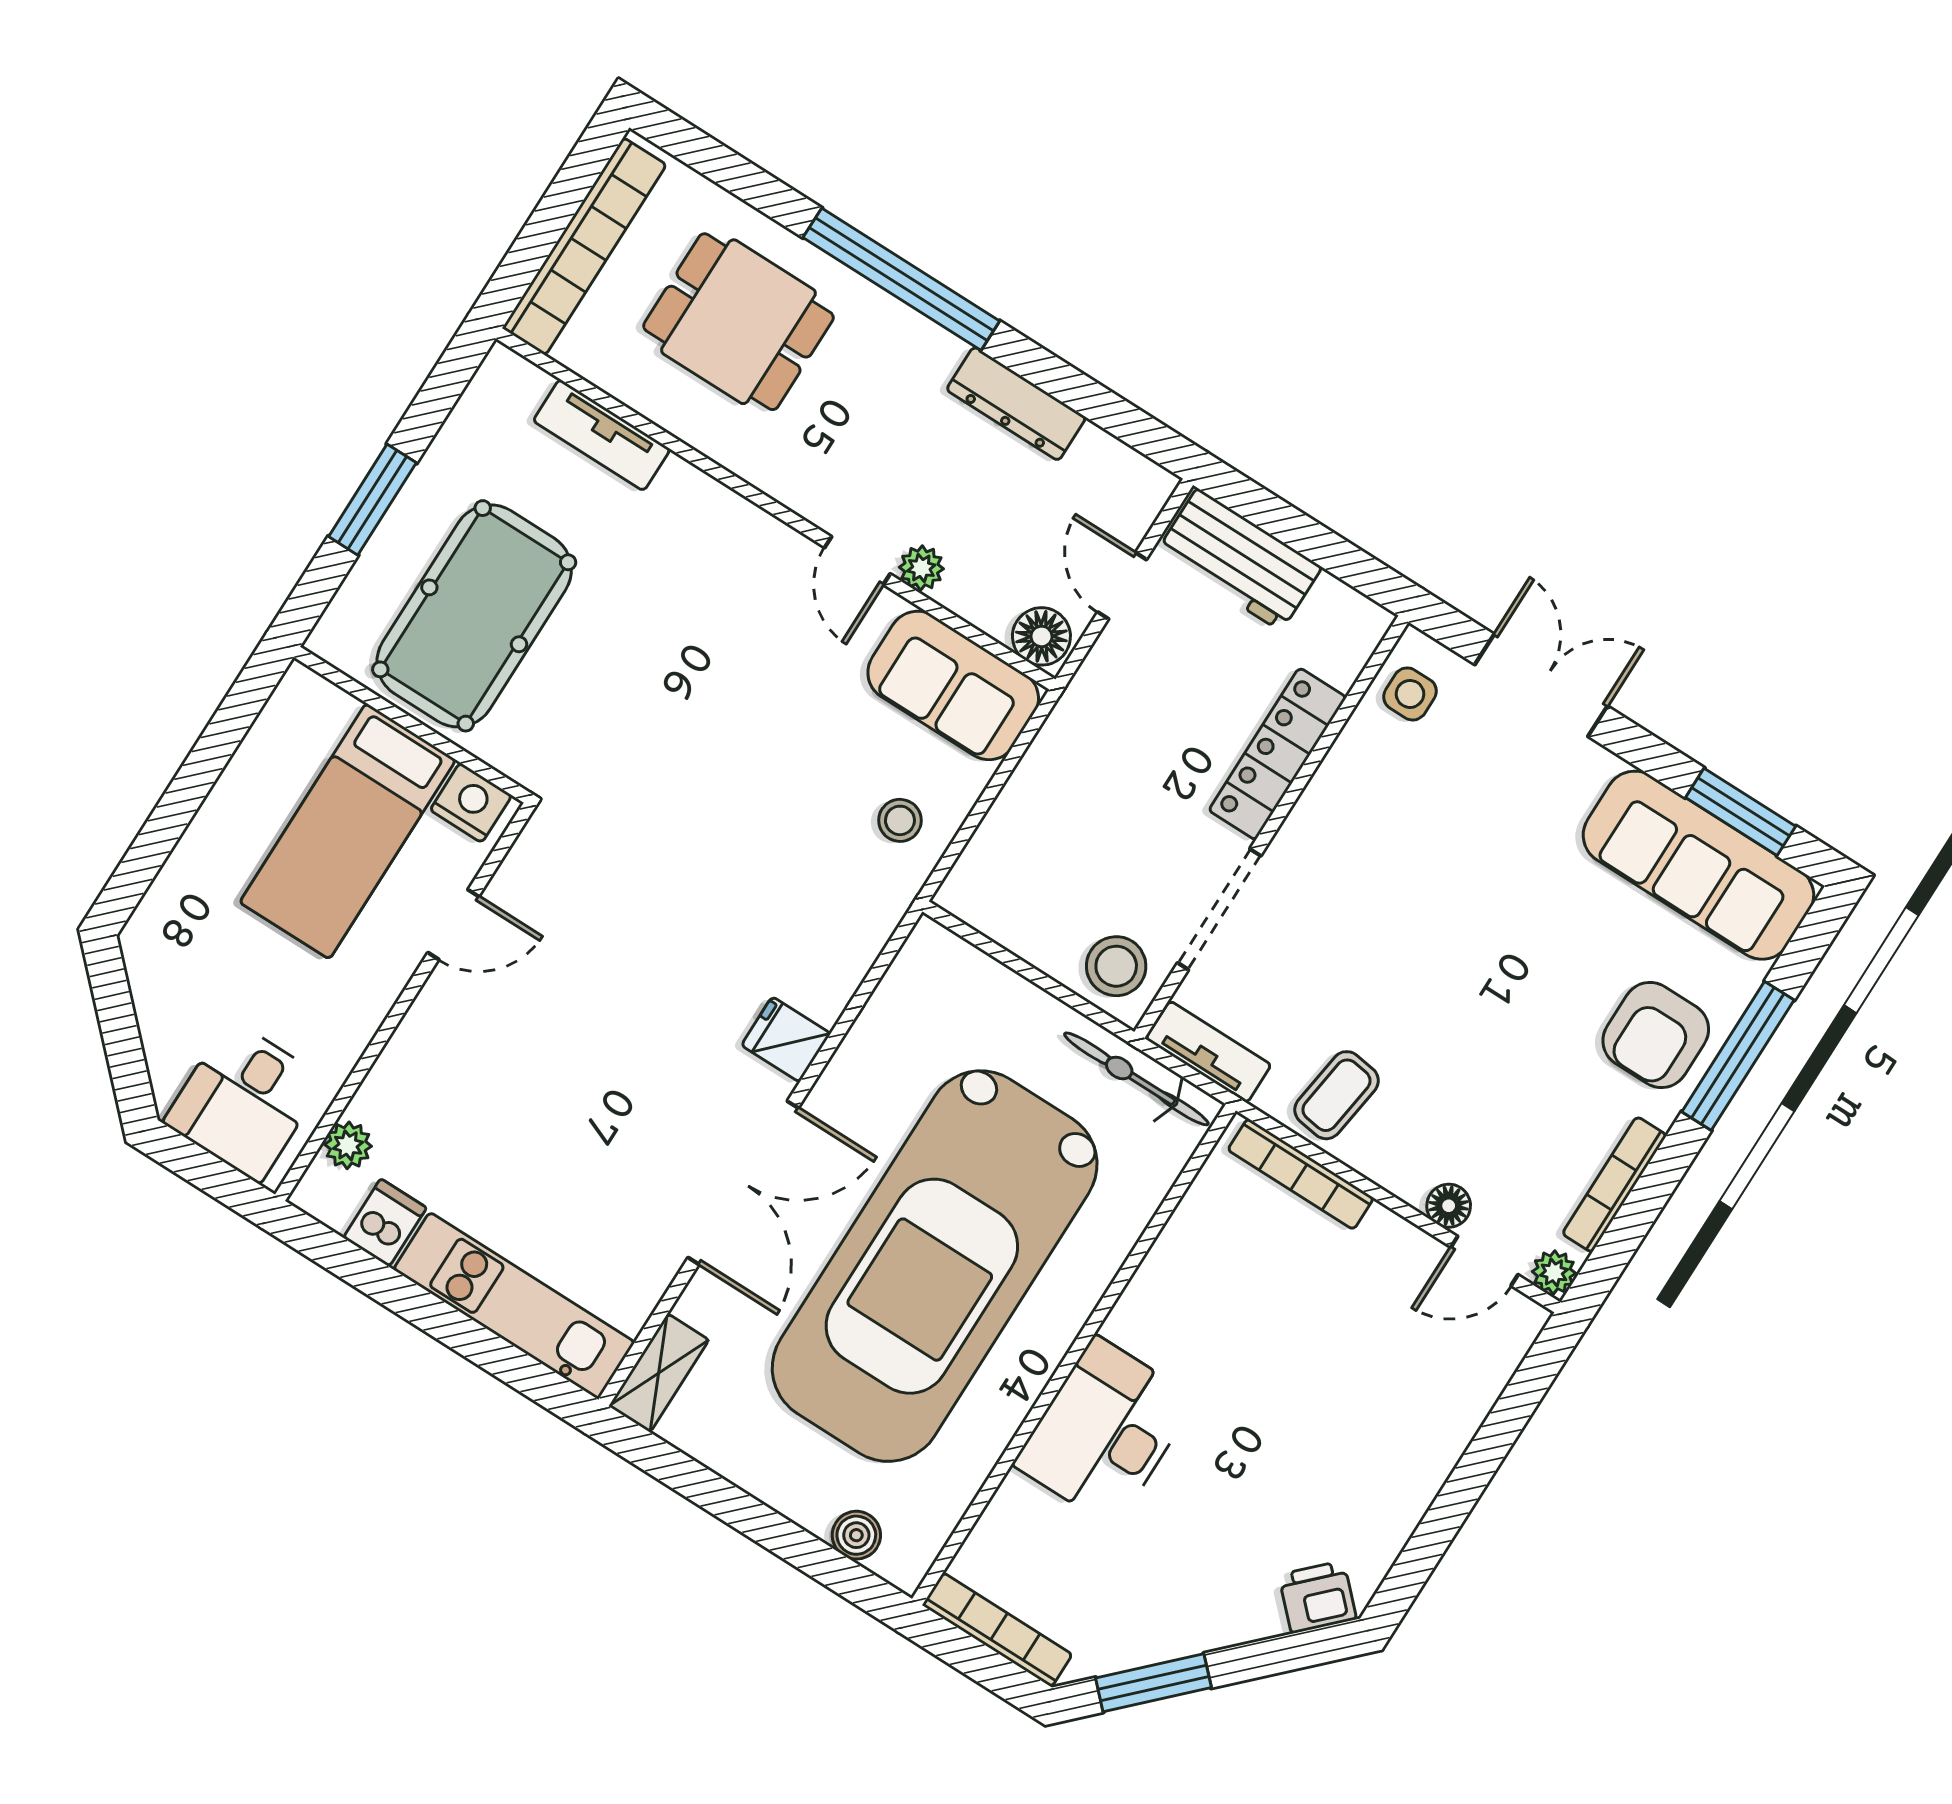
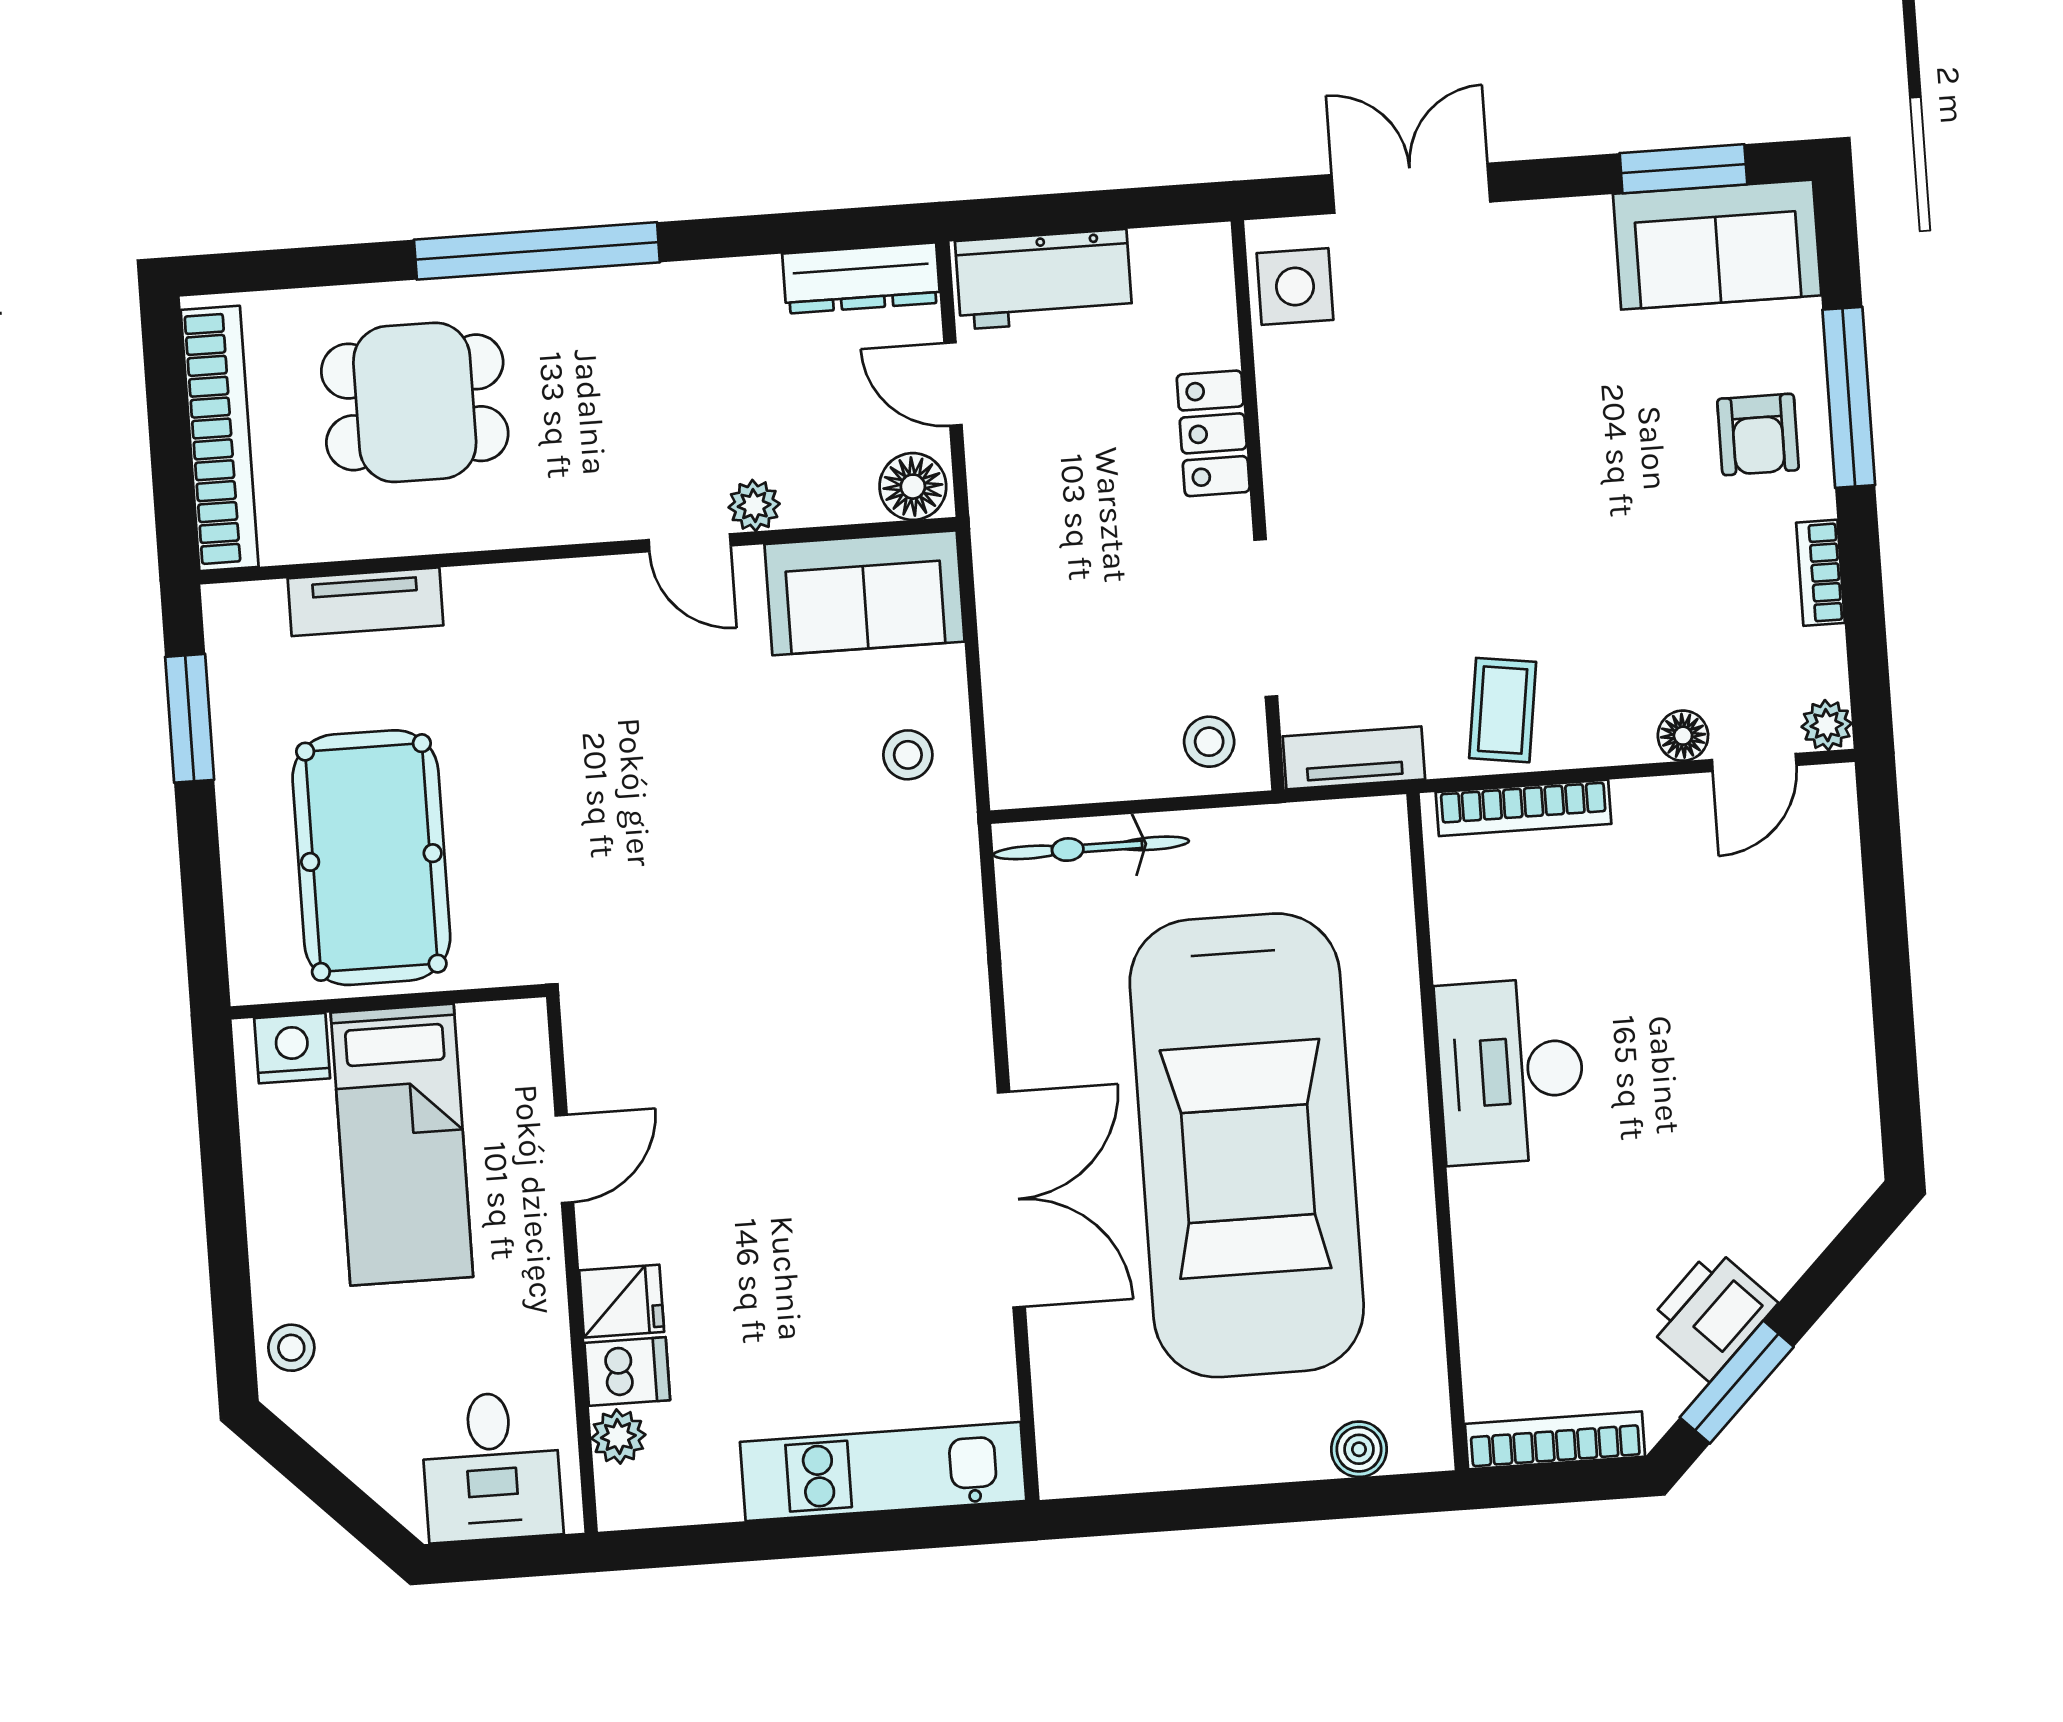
dresser: (1016, 404) -> (861, 278), moved
window: (372, 500) -> (190, 718), moved
side table: (1410, 694) -> (1295, 287), width x1.37, depth x1.37
locker: (1278, 754) -> (1213, 433), width x0.66
nightstand: (471, 803) -> (292, 1048), moved
sofa: (1698, 865) -> (1717, 245), width x0.73
stool: (166, 915) -> (291, 1348), added
stool: (1116, 966) -> (1209, 742), width x0.73, depth x0.73
armchair: (1656, 1035) -> (1758, 434), width x0.72, depth x0.72
fridge: (786, 1039) -> (622, 1301), moved, turned 180
bicycle: (1136, 1079) -> (1091, 848), moved
bookcase: (1614, 1184) -> (1820, 573), width x0.64
dishwasher: (385, 1223) -> (627, 1371), moved, turned 90
shelving: (659, 1373) -> (1064, 1434), removed
desk: (1105, 1432) -> (1511, 1071), moved
printer: (1317, 1597) -> (1711, 1314), moved, width x1.36, depth x1.24

